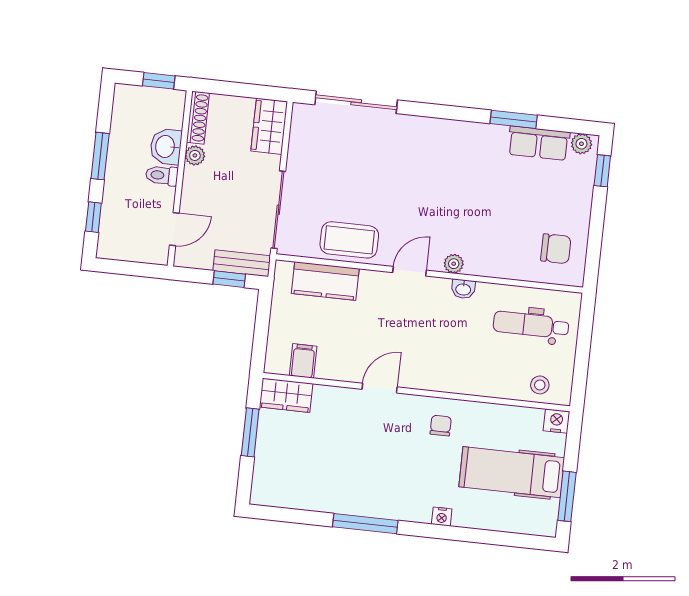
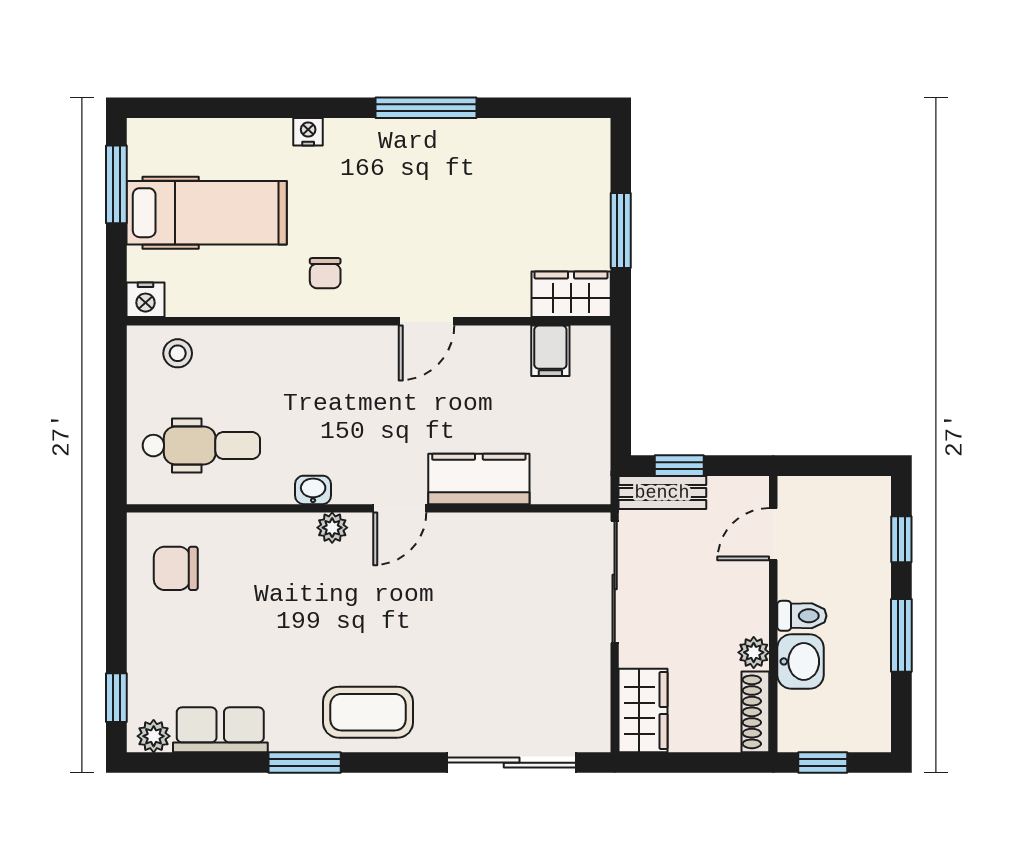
window: (514, 119) -> (305, 763), moved
coffee table: (349, 240) -> (368, 712), moved
kitchen counter: (325, 281) -> (479, 479), moved

